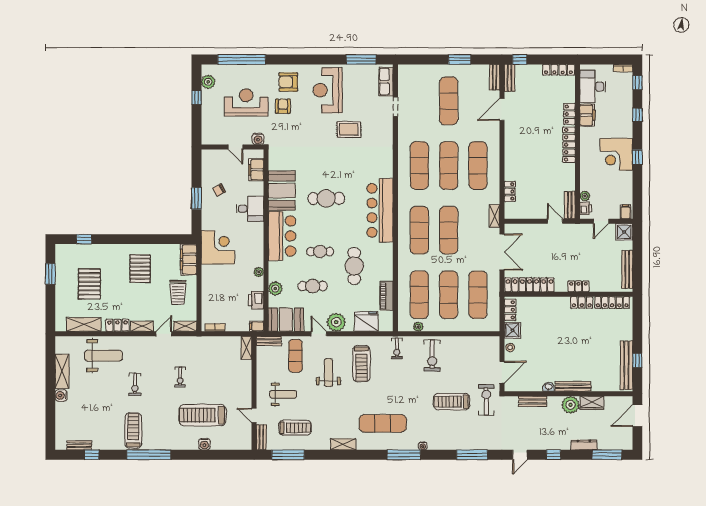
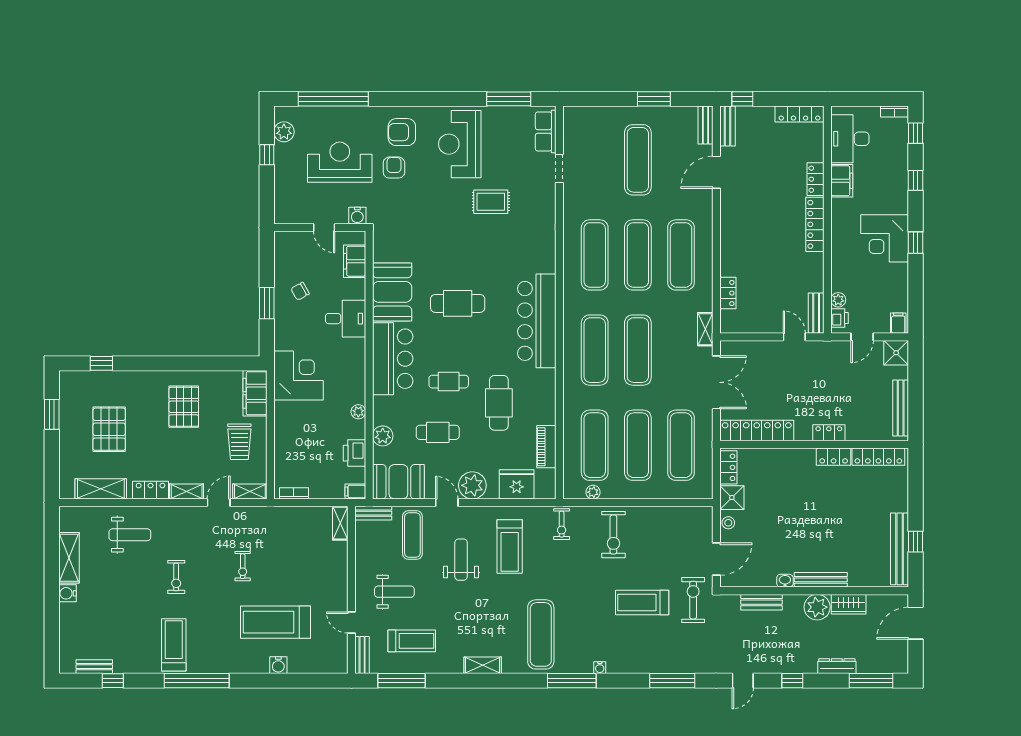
weight bench: (103, 356) -> (130, 535), width x0.73, depth x0.75
exercise mat: (383, 423) -> (541, 634), turned 90

